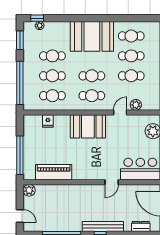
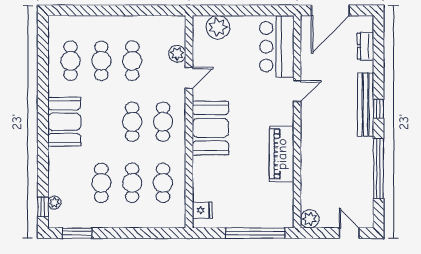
booth: (92, 36) -> (64, 122), width x0.73, depth x0.70
window: (20, 83) -> (143, 233), removed
door: (120, 113) -> (189, 78), swing flipped
fridge: (48, 121) -> (202, 210), moved
piano: (54, 172) -> (282, 154), moved
door: (112, 182) -> (297, 91), hinge flipped
door: (20, 216) -> (349, 233), hinge flipped

